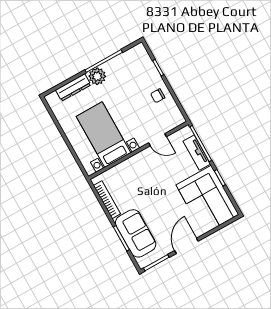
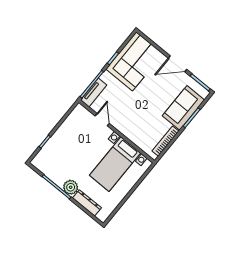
chair: (158, 96) -> (67, 133), removed
tv unit: (197, 153) -> (94, 93), moved

